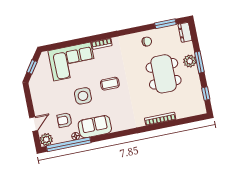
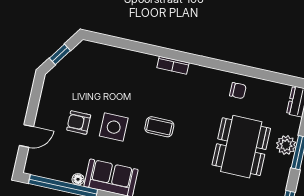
window: (165, 24) -> (275, 77), removed
corner sofa: (72, 62) -> (120, 72), removed
armchair: (65, 120) -> (79, 123), moved
plant: (46, 140) -> (34, 166), removed

